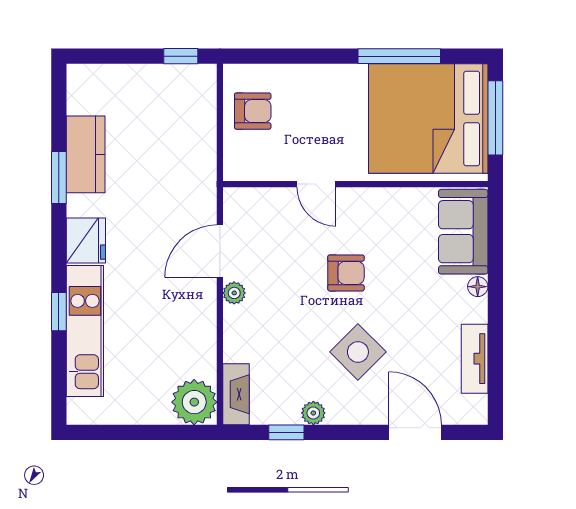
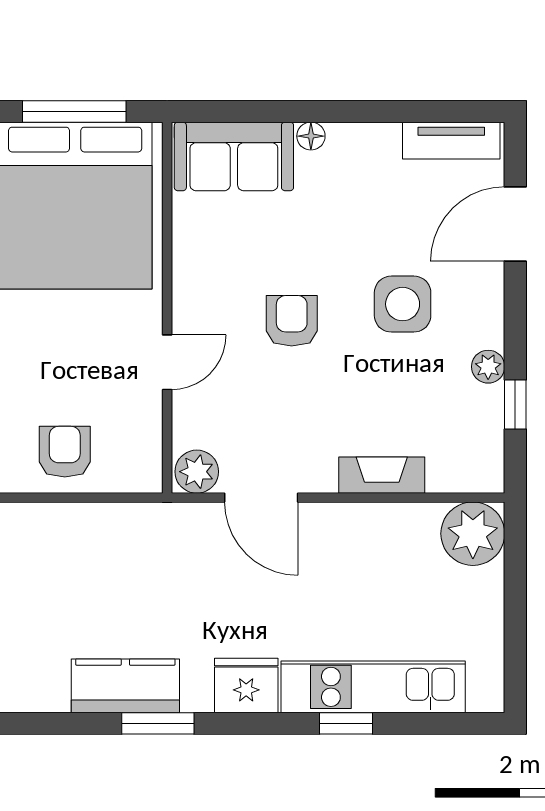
plant: (234, 293) -> (197, 472), moved, width x1.38, depth x1.38
side table: (358, 352) -> (403, 304), turned 45
tv unit: (475, 359) -> (451, 141), moved
fireplace: (236, 394) -> (382, 475), moved

